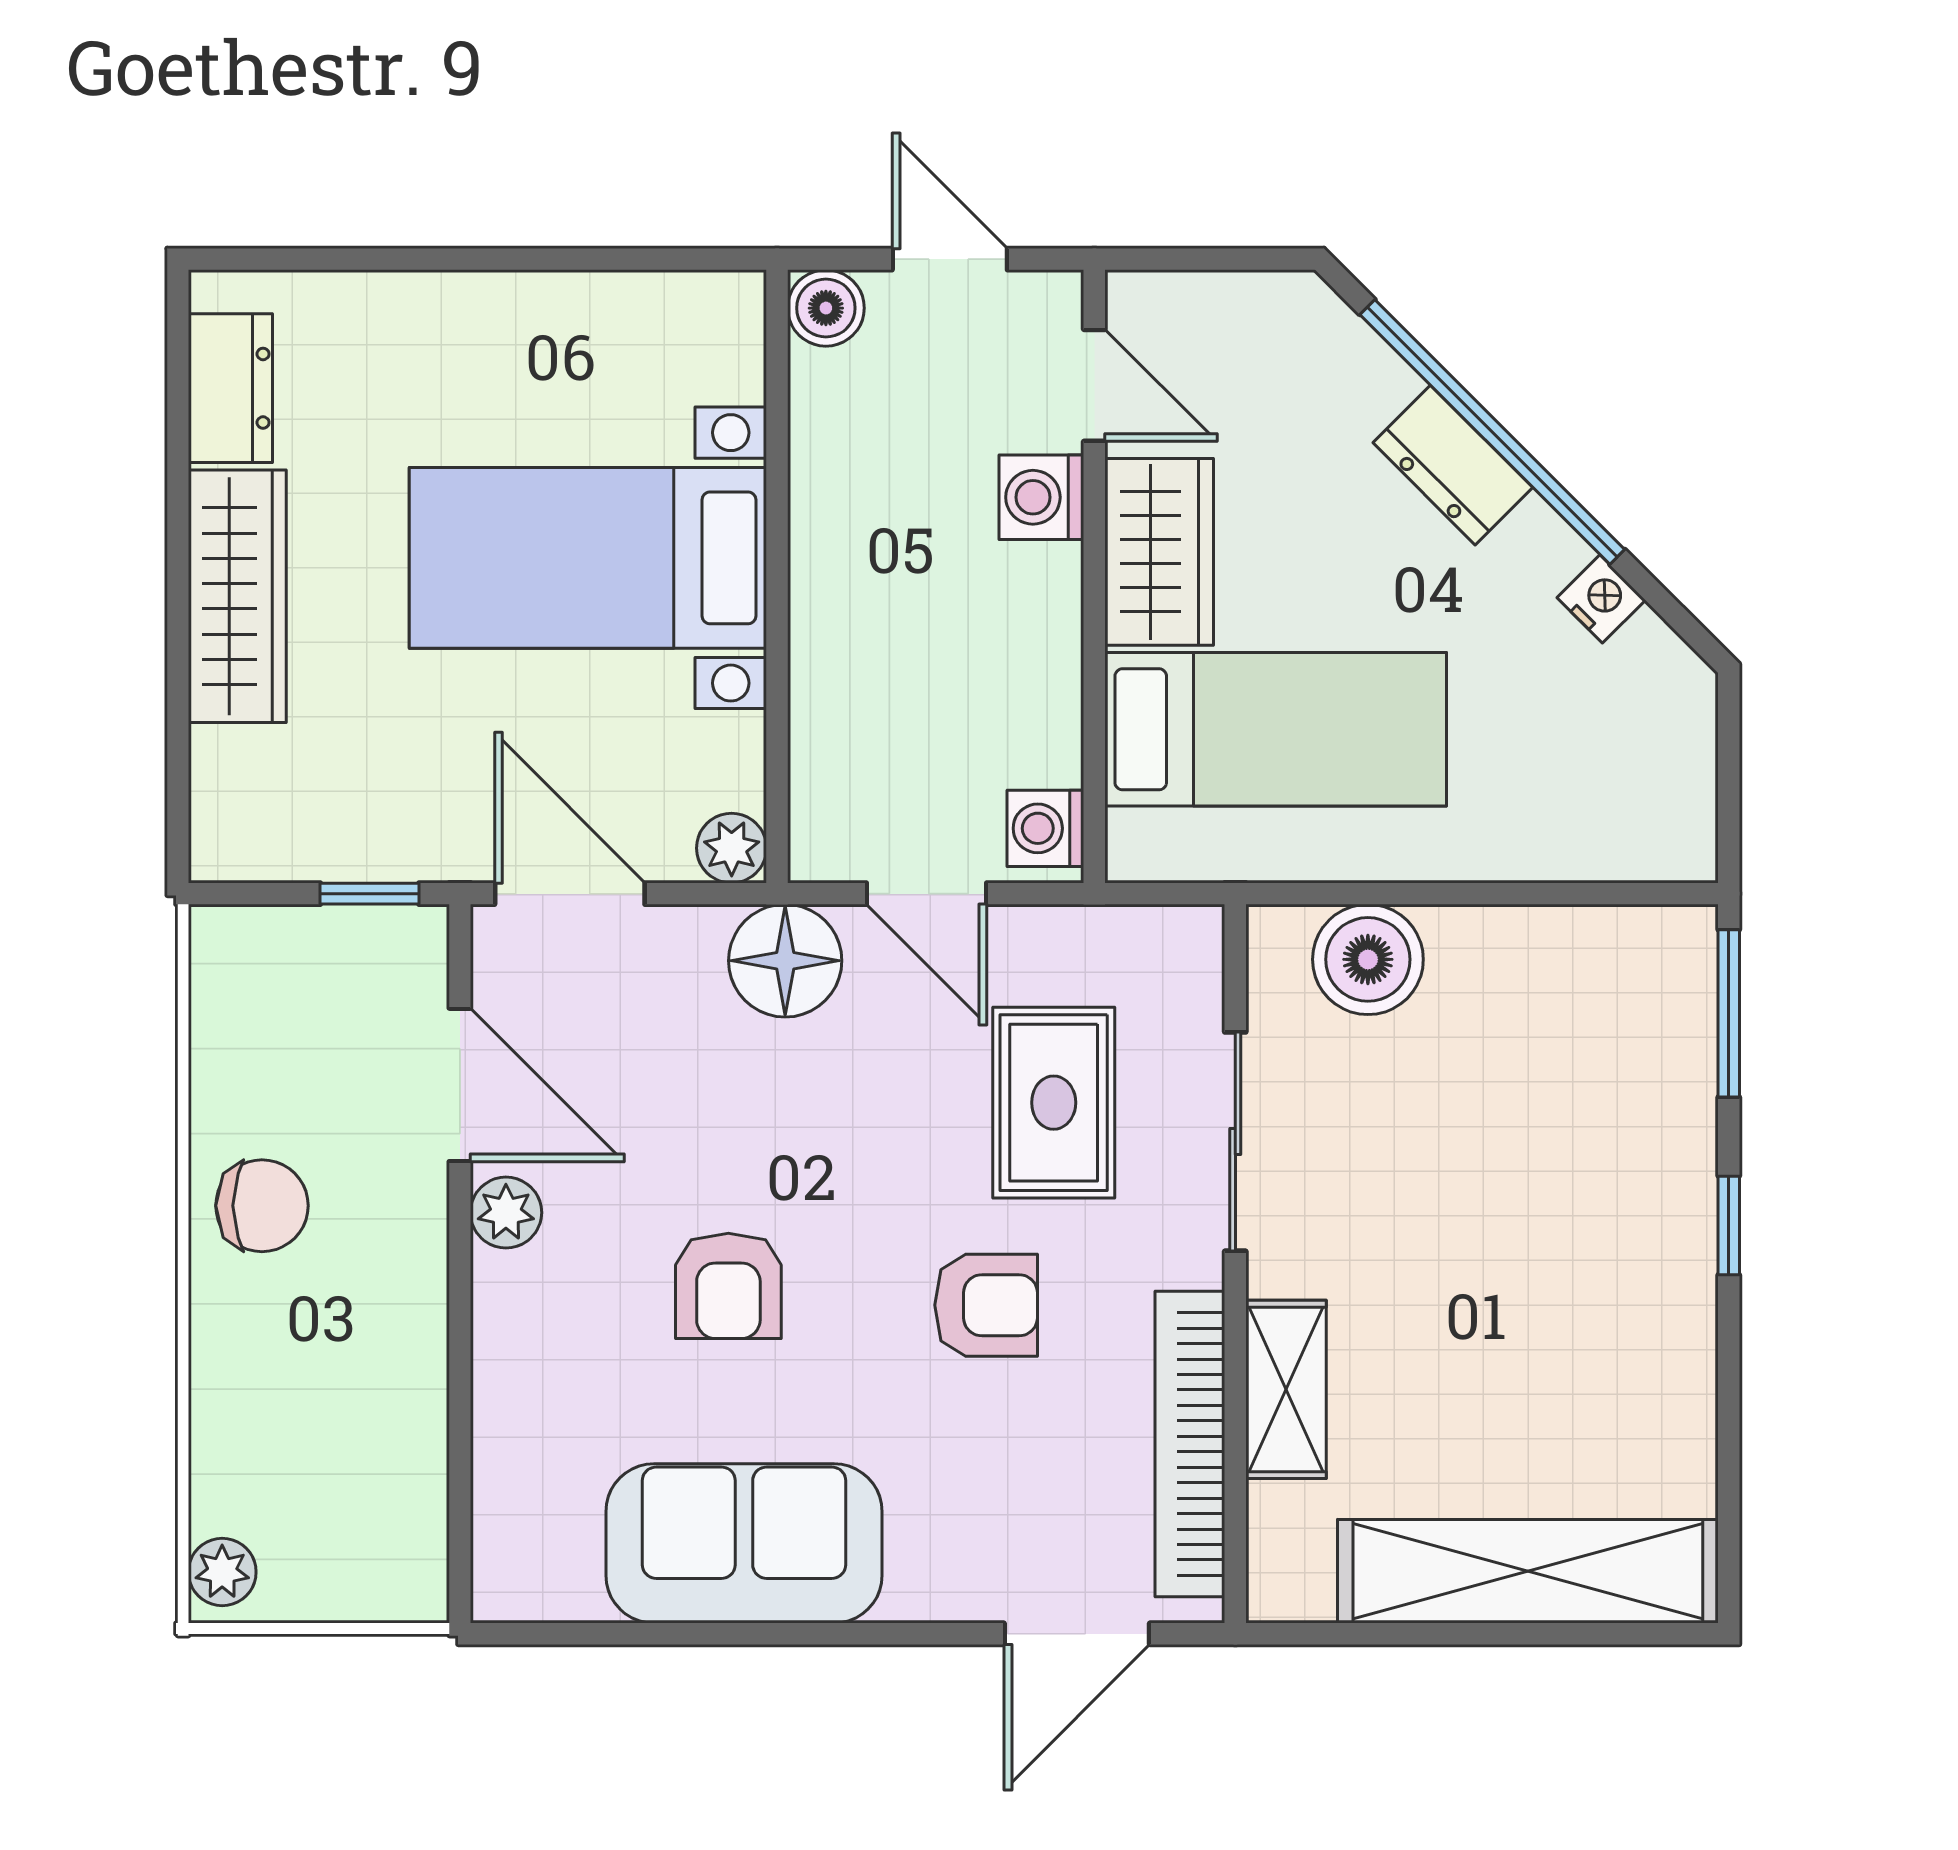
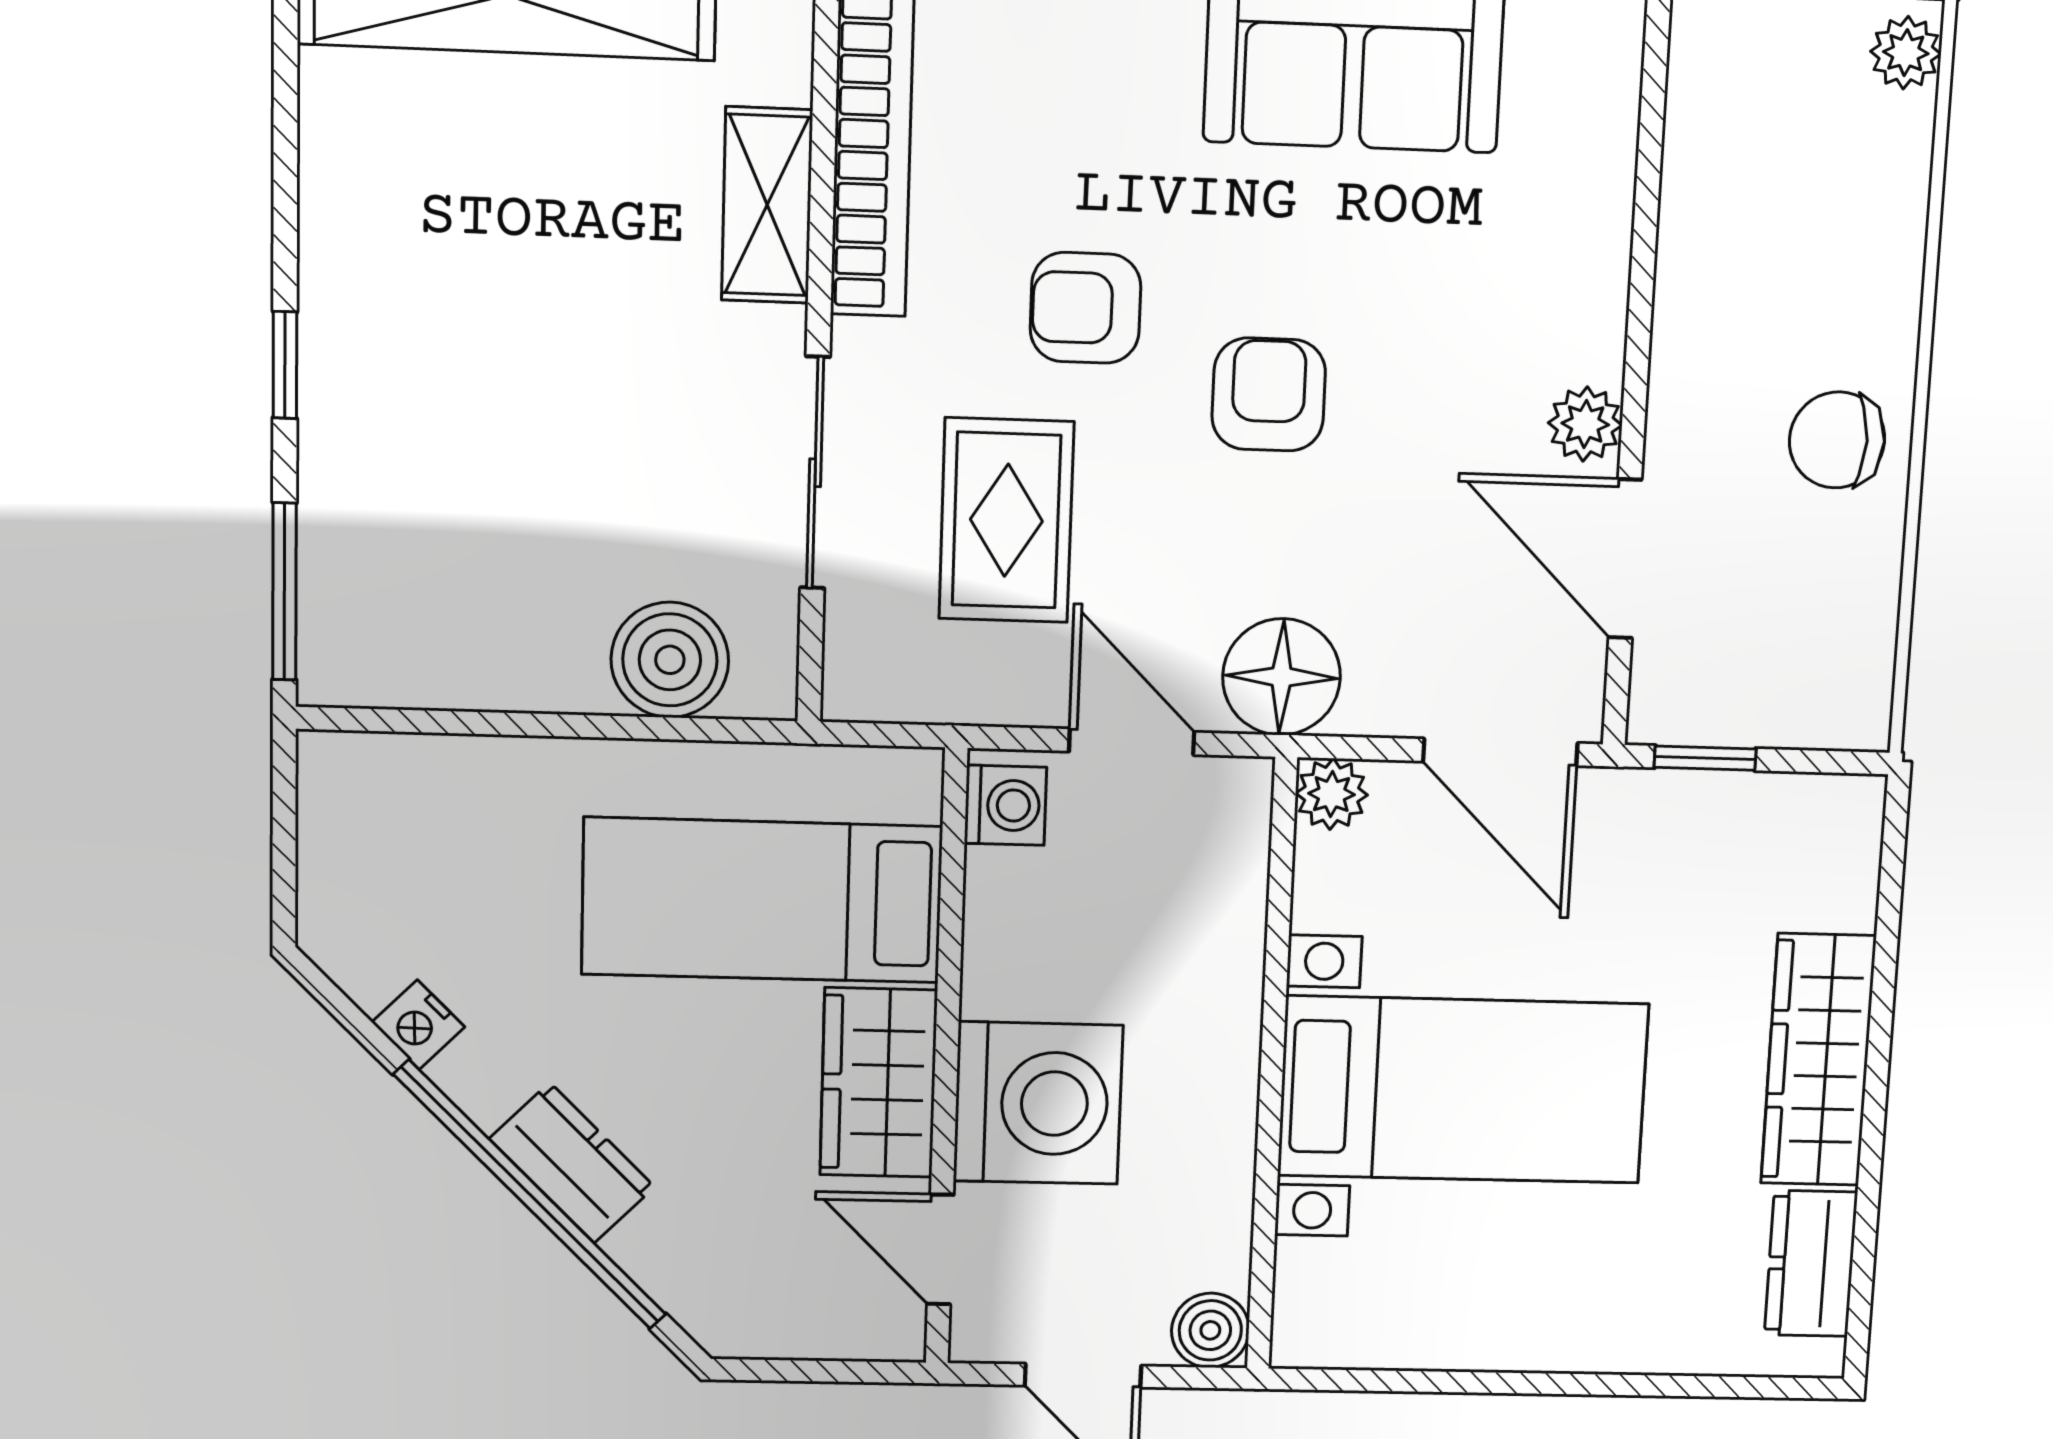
washing machine: (1041, 497) -> (1038, 1103), width x1.89, depth x1.89
armchair: (728, 1286) -> (1269, 395), moved

